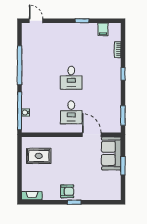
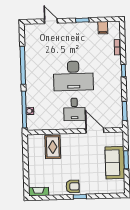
door: (36, 21) -> (51, 21), moved
desk: (71, 78) -> (73, 76), width x1.87, depth x1.30
sofa: (111, 153) -> (115, 163), moved
rug: (39, 156) -> (53, 147), moved, turned 90

